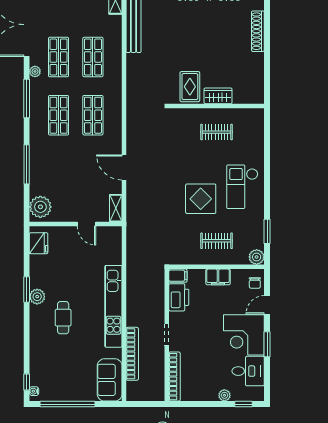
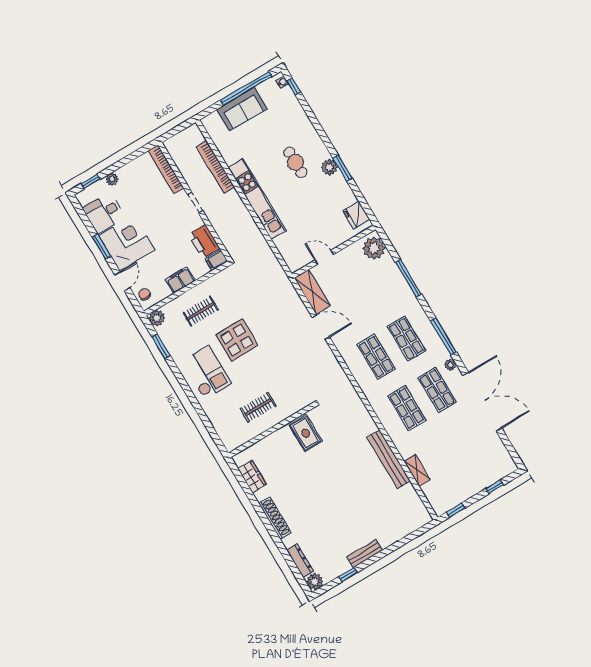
wardrobe: (218, 96) -> (252, 477), moved, turned -90
shelving: (116, 208) -> (312, 292), width x1.50, depth x1.33
sofa: (110, 380) -> (242, 109), moved, turned 90

